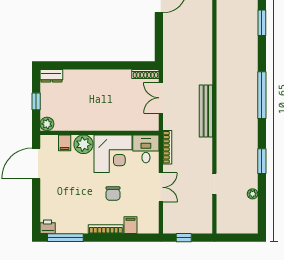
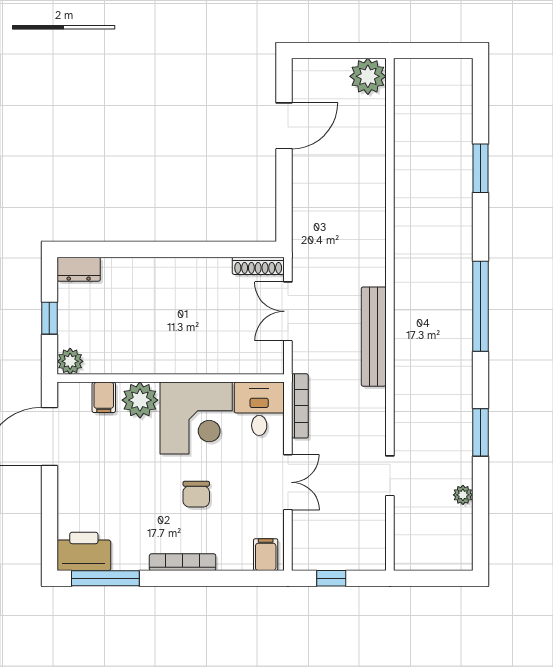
filing cabinet: (131, 225) -> (266, 555), moved
printer: (48, 227) -> (84, 551), width x1.87, depth x1.48

